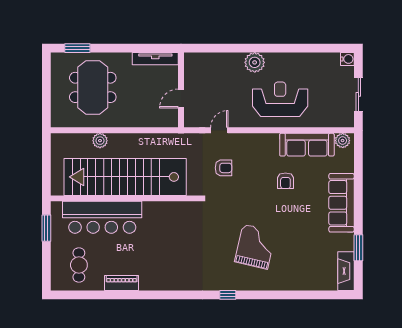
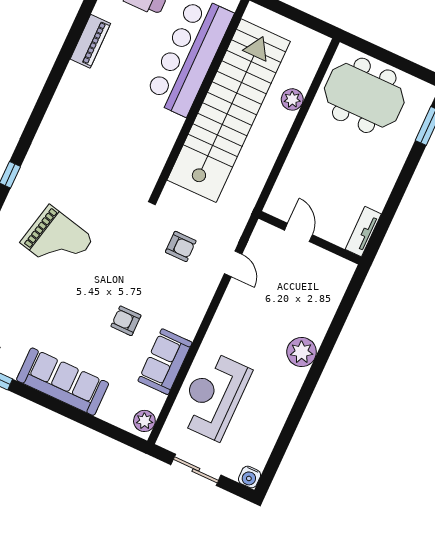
tv unit: (155, 59) -> (363, 232), width x0.71
meeting table: (93, 87) -> (364, 95), moved
reception desk: (280, 99) -> (214, 396), moved, turned 180
sofa: (307, 145) -> (165, 362), width x0.73
armchair: (223, 168) -> (181, 246), turned -90

